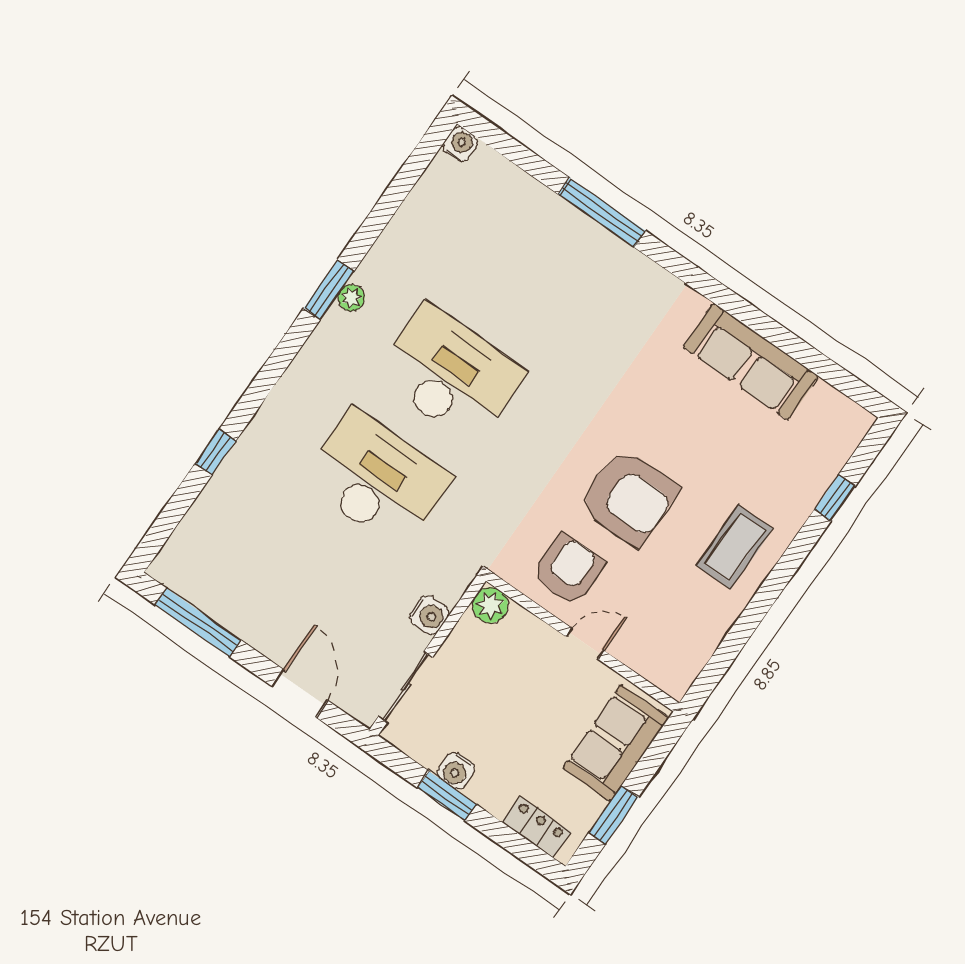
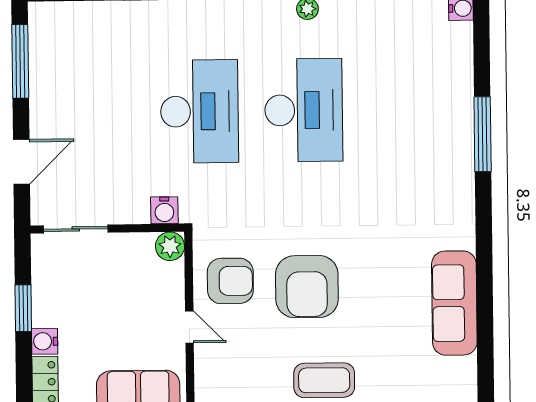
water cooler: (429, 615) -> (164, 210), moved
water cooler: (456, 771) -> (45, 341), moved

